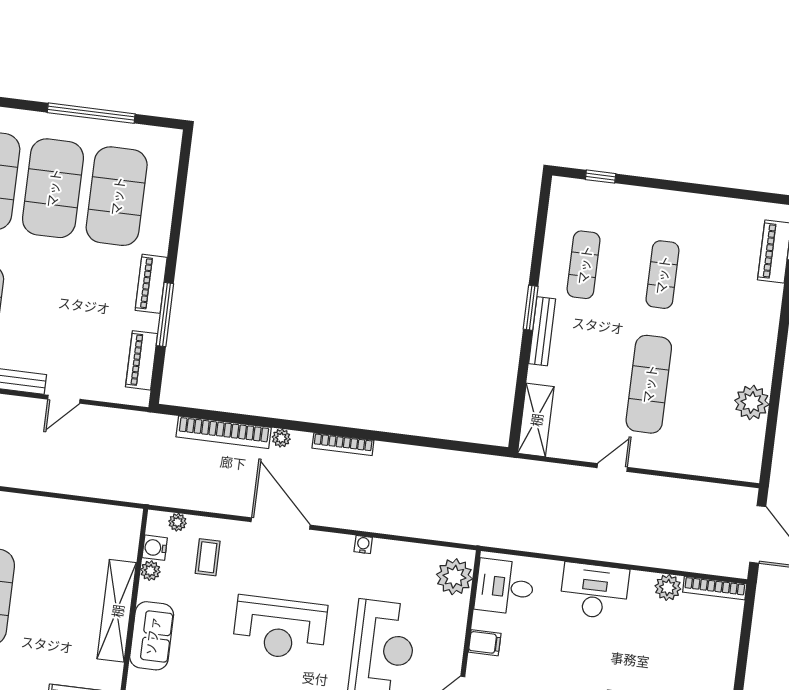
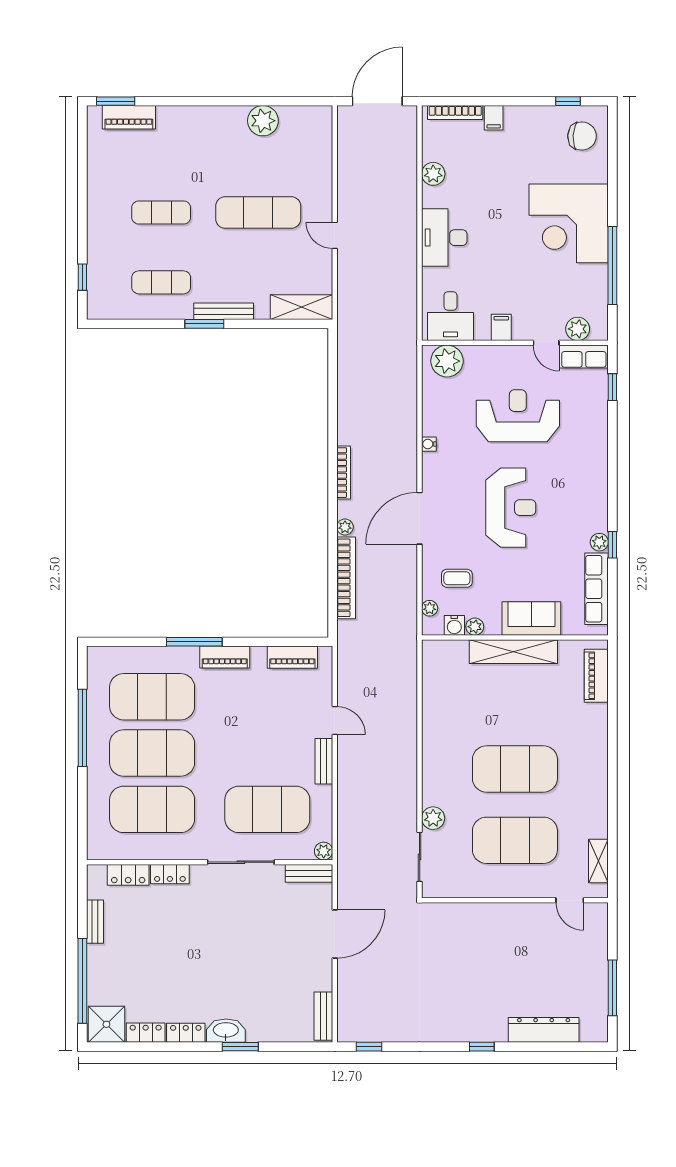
window: (165, 315) -> (194, 642), moved
bookcase: (715, 588) -> (455, 112), moved, turned 90
filing cabinet: (723, 664) -> (494, 118), added

